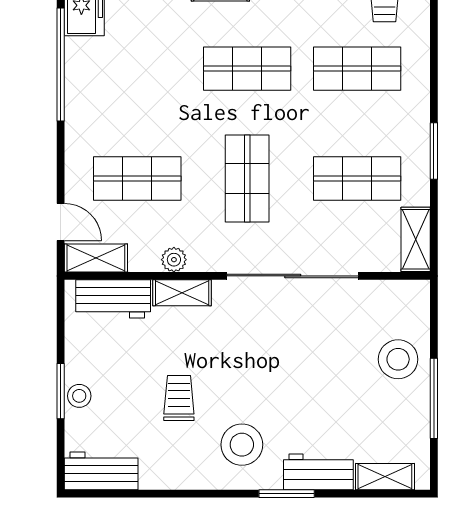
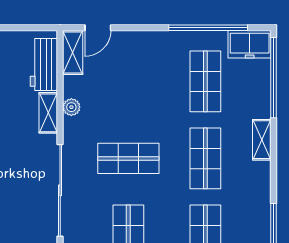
shop shelf: (137, 178) -> (205, 81), moved

